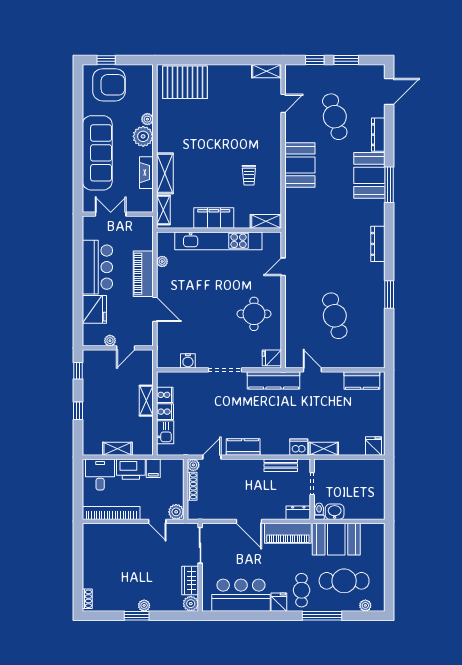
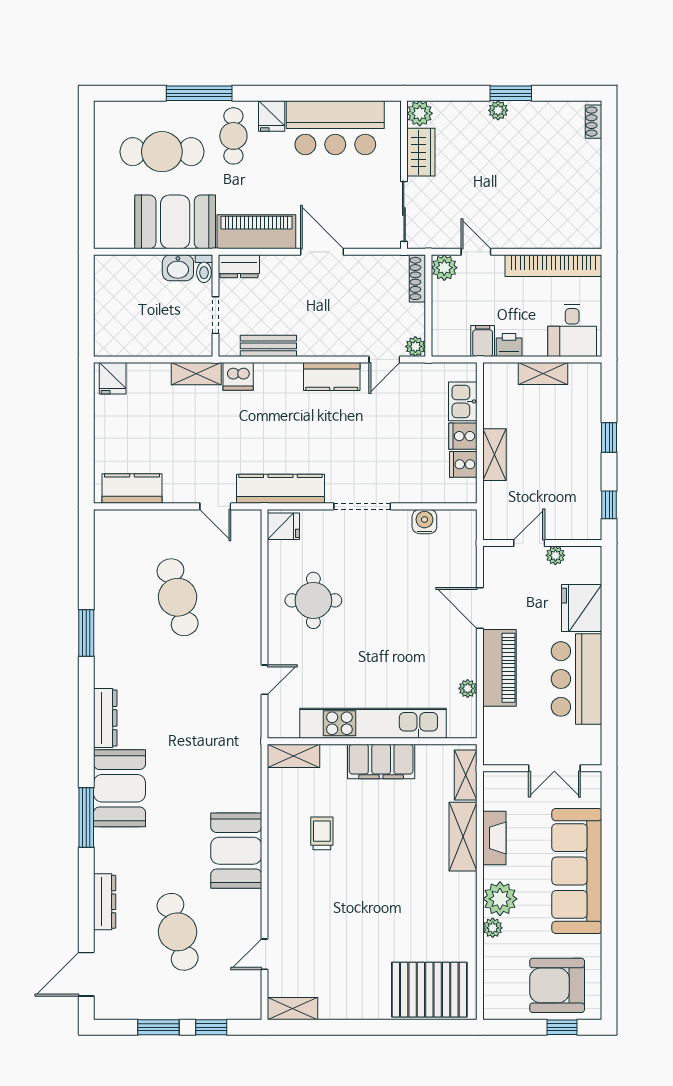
booth: (369, 175) -> (119, 788), moved
printer: (131, 469) -> (509, 345), width x0.53, depth x0.68
shoe rack: (192, 486) -> (417, 278), moved
plant: (365, 605) -> (126, 110), removed

